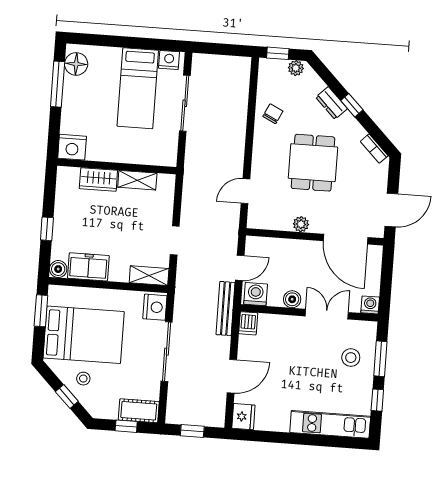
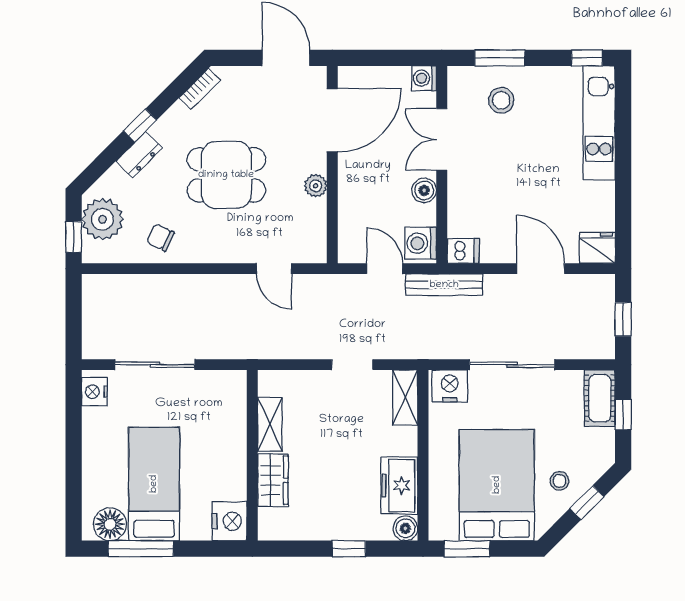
plant: (296, 68) -> (102, 219), width x1.88, depth x1.88
bed: (138, 88) -> (154, 484), moved, turned -90
window: (377, 400) -> (587, 58), moved

